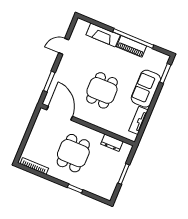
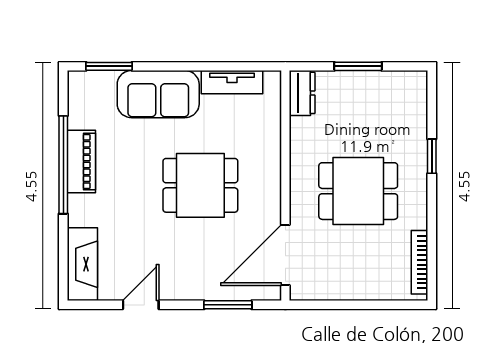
fireplace: (103, 35) -> (82, 264), moved
door: (64, 46) -> (141, 305), swing flipped
dresser: (112, 143) -> (302, 93), moved

